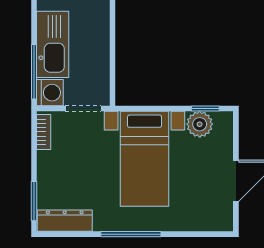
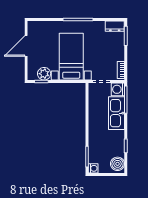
dresser: (65, 221) -> (115, 26), width x0.70

